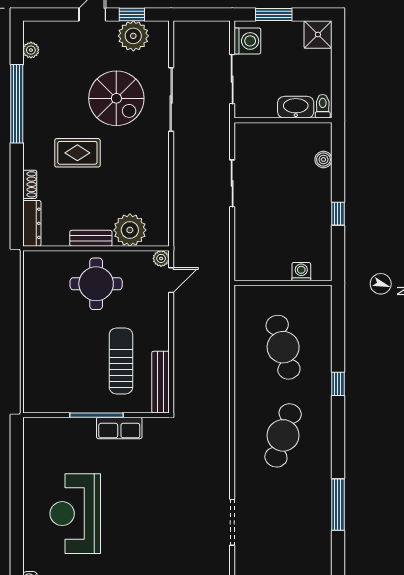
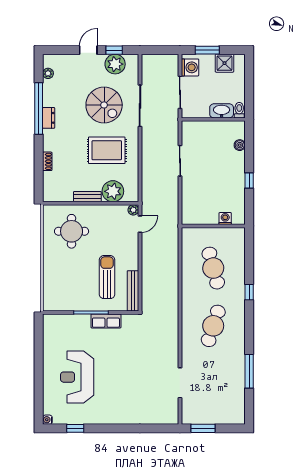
shower: (318, 35) -> (224, 63), moved
rug: (77, 153) -> (107, 150), moved, width x1.36, depth x1.43
dresser: (32, 223) -> (49, 118), moved, width x0.70
round table: (96, 284) -> (72, 231), moved

